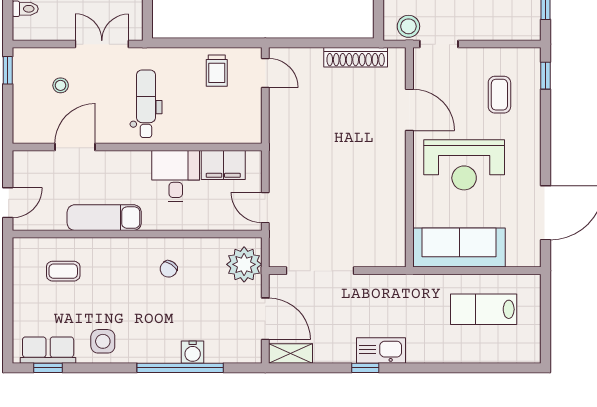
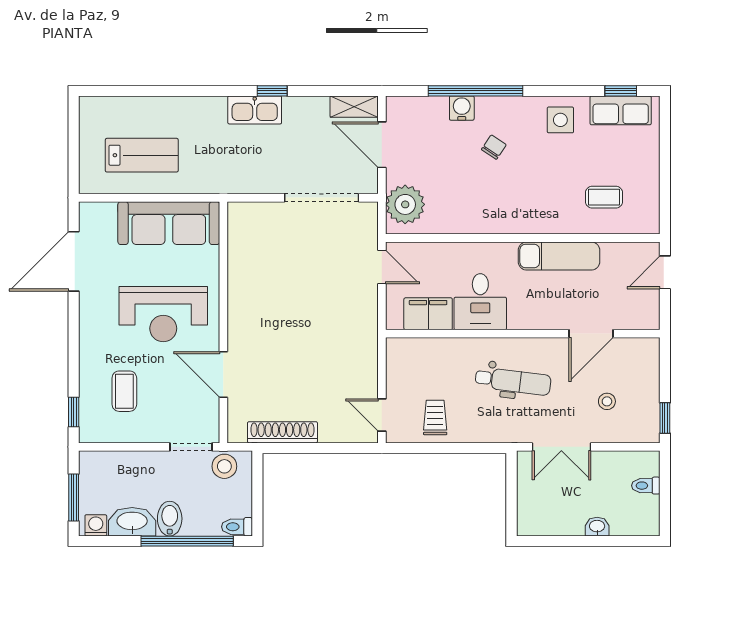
dental chair: (146, 104) -> (513, 381), turned -83
reception desk: (464, 165) -> (163, 314), turned 180
chair: (169, 269) -> (494, 147), moved

